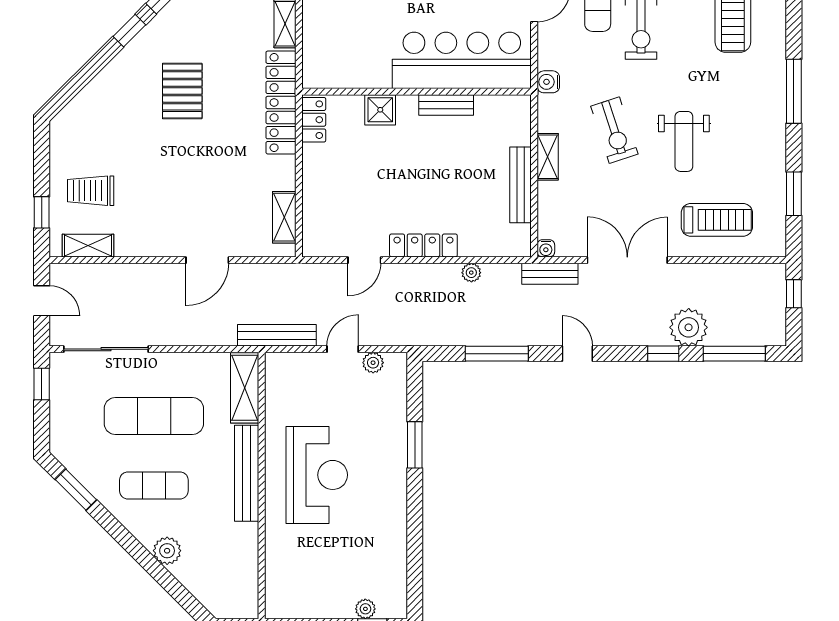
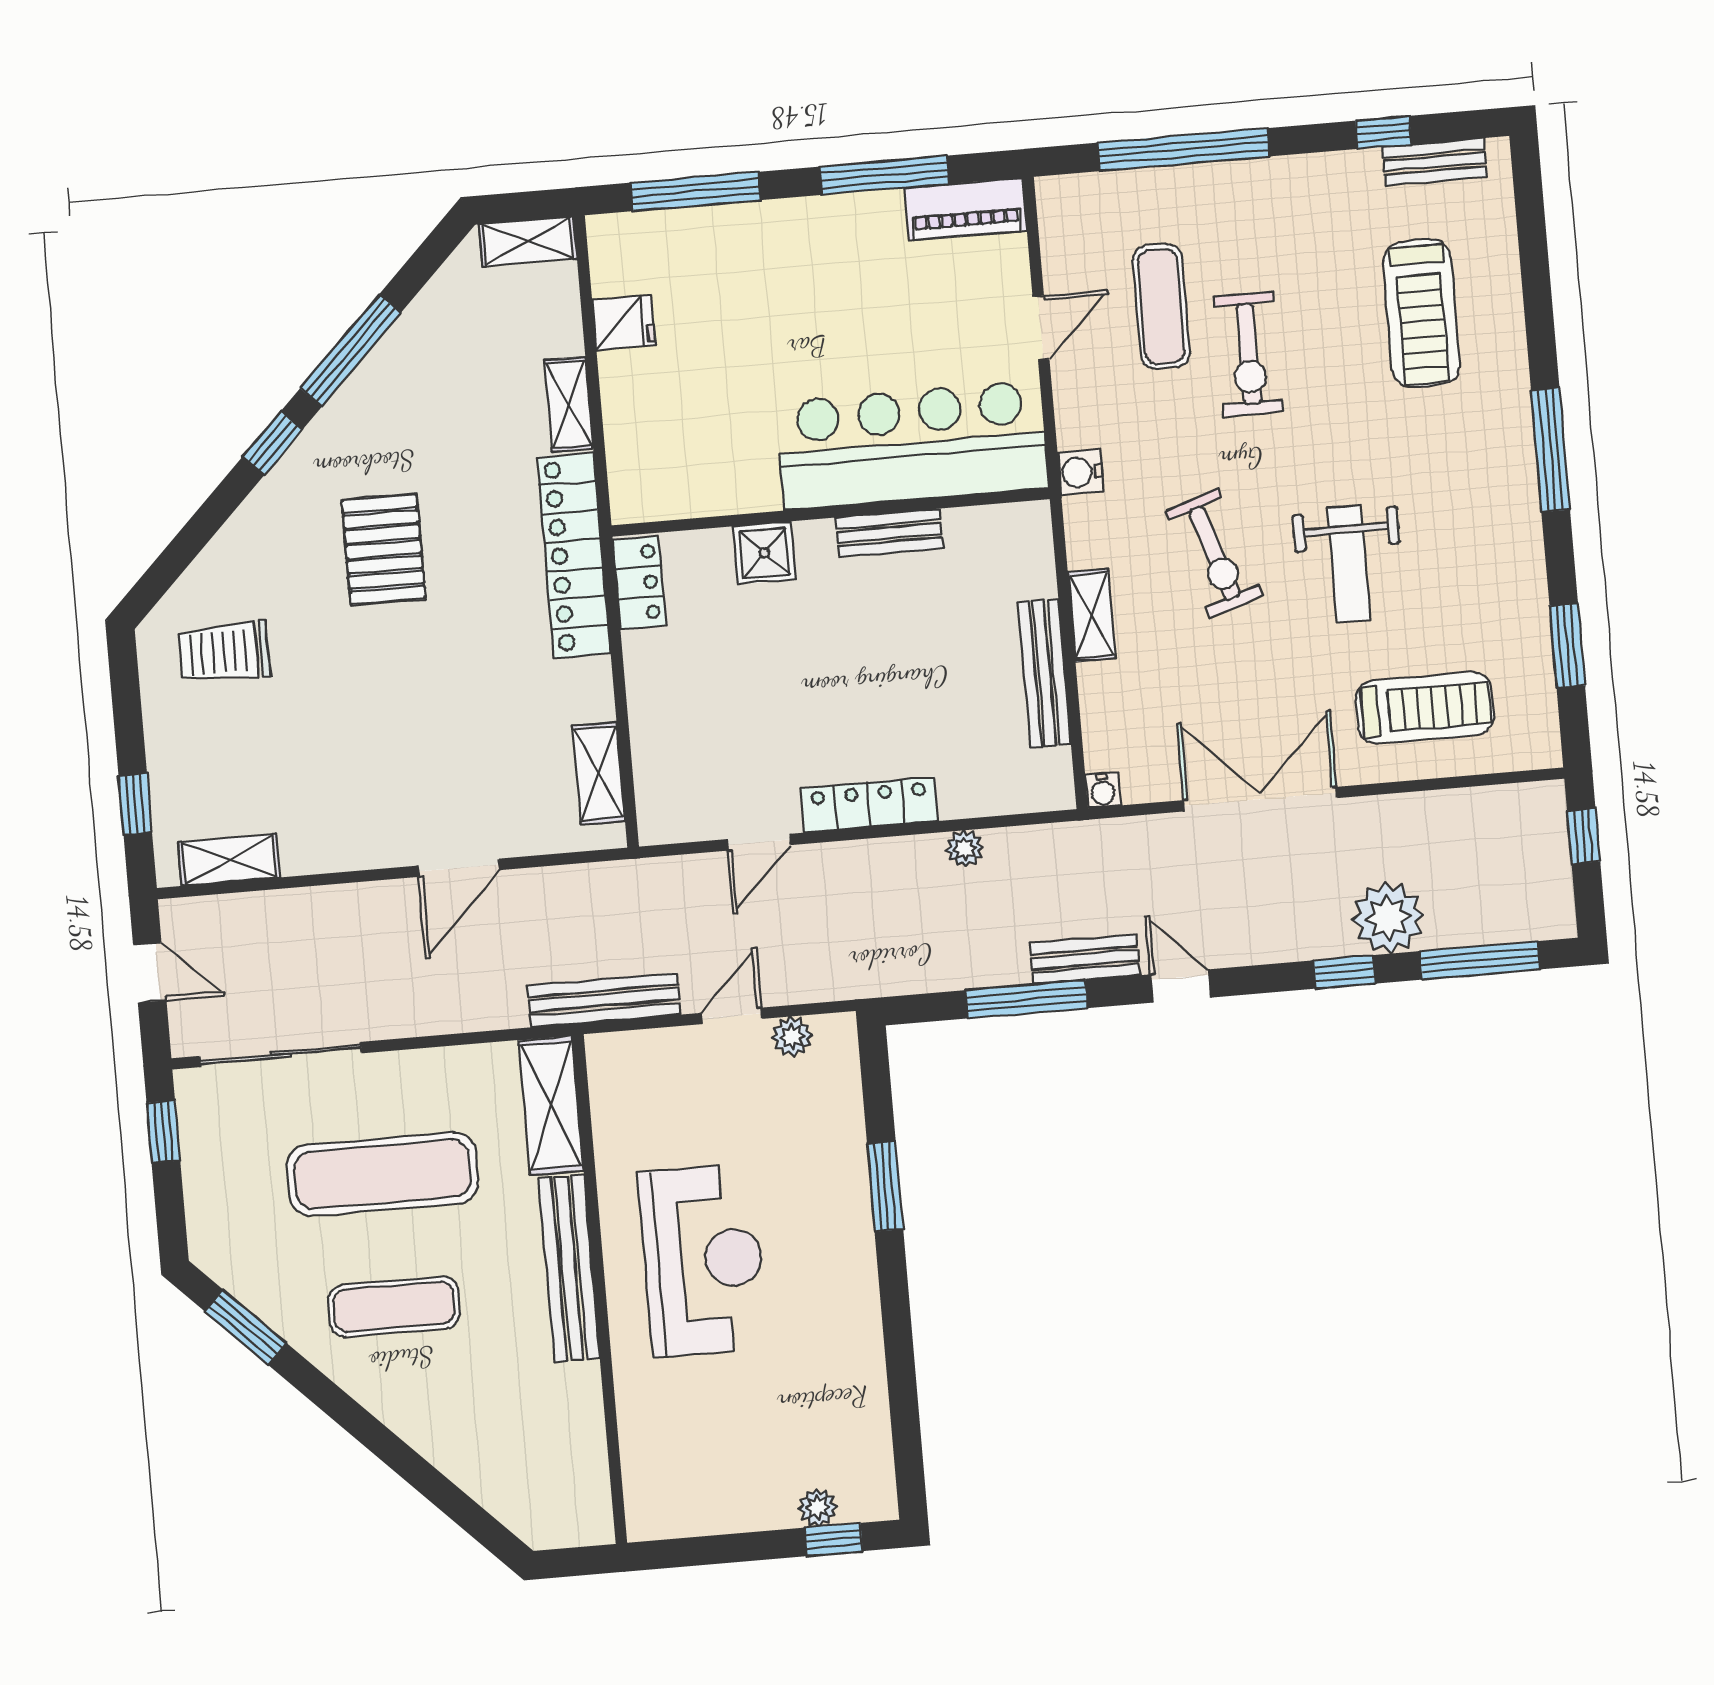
trolley: (91, 191) -> (225, 652), moved
bench: (550, 274) -> (1085, 959), moved
plant: (167, 551) -> (430, 1429), removed

